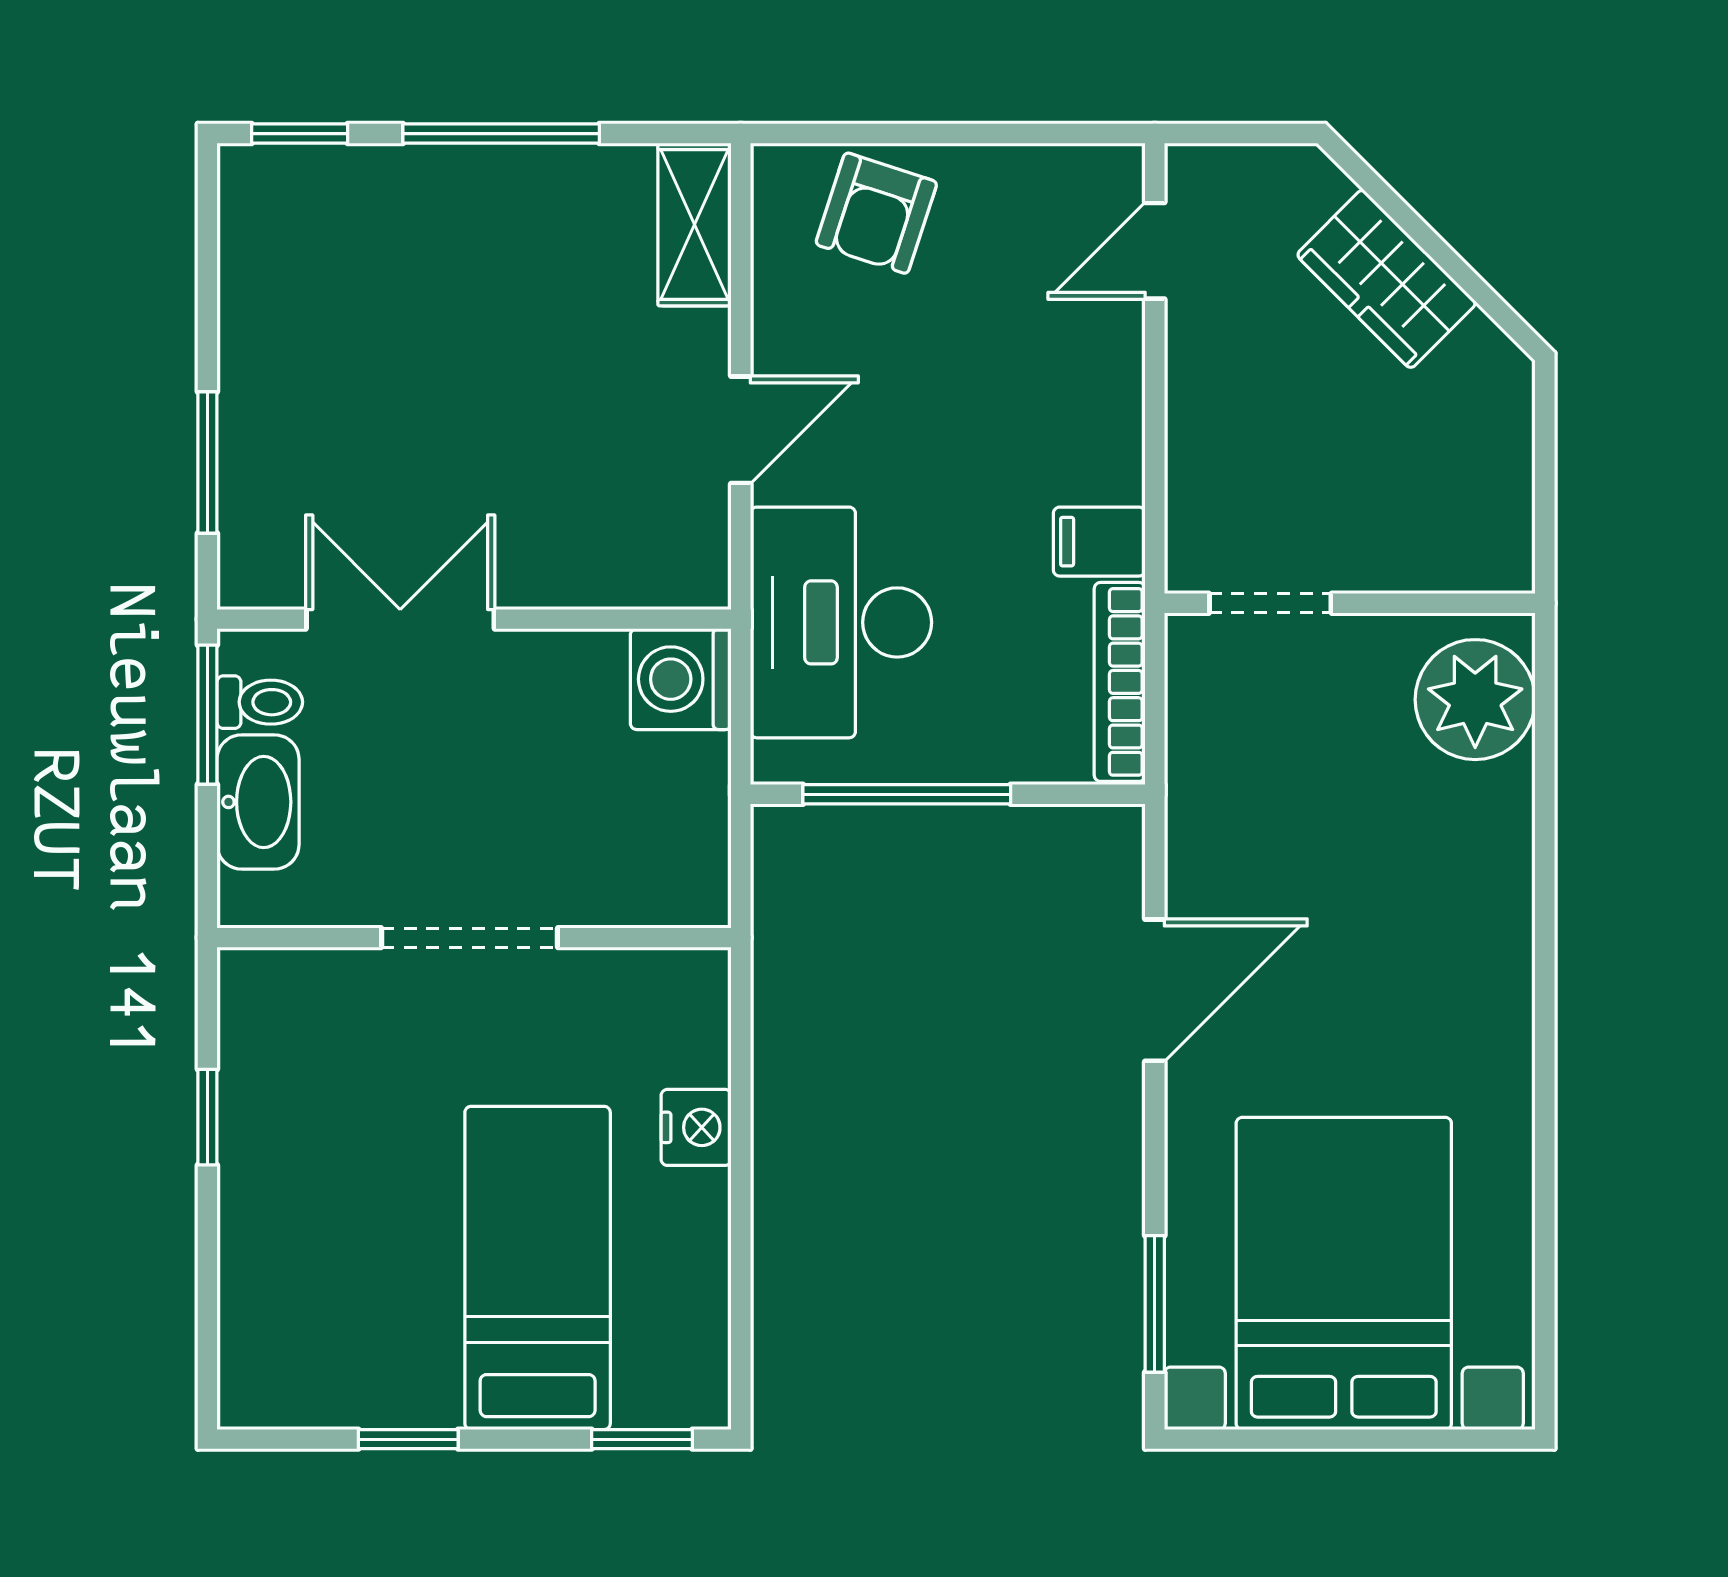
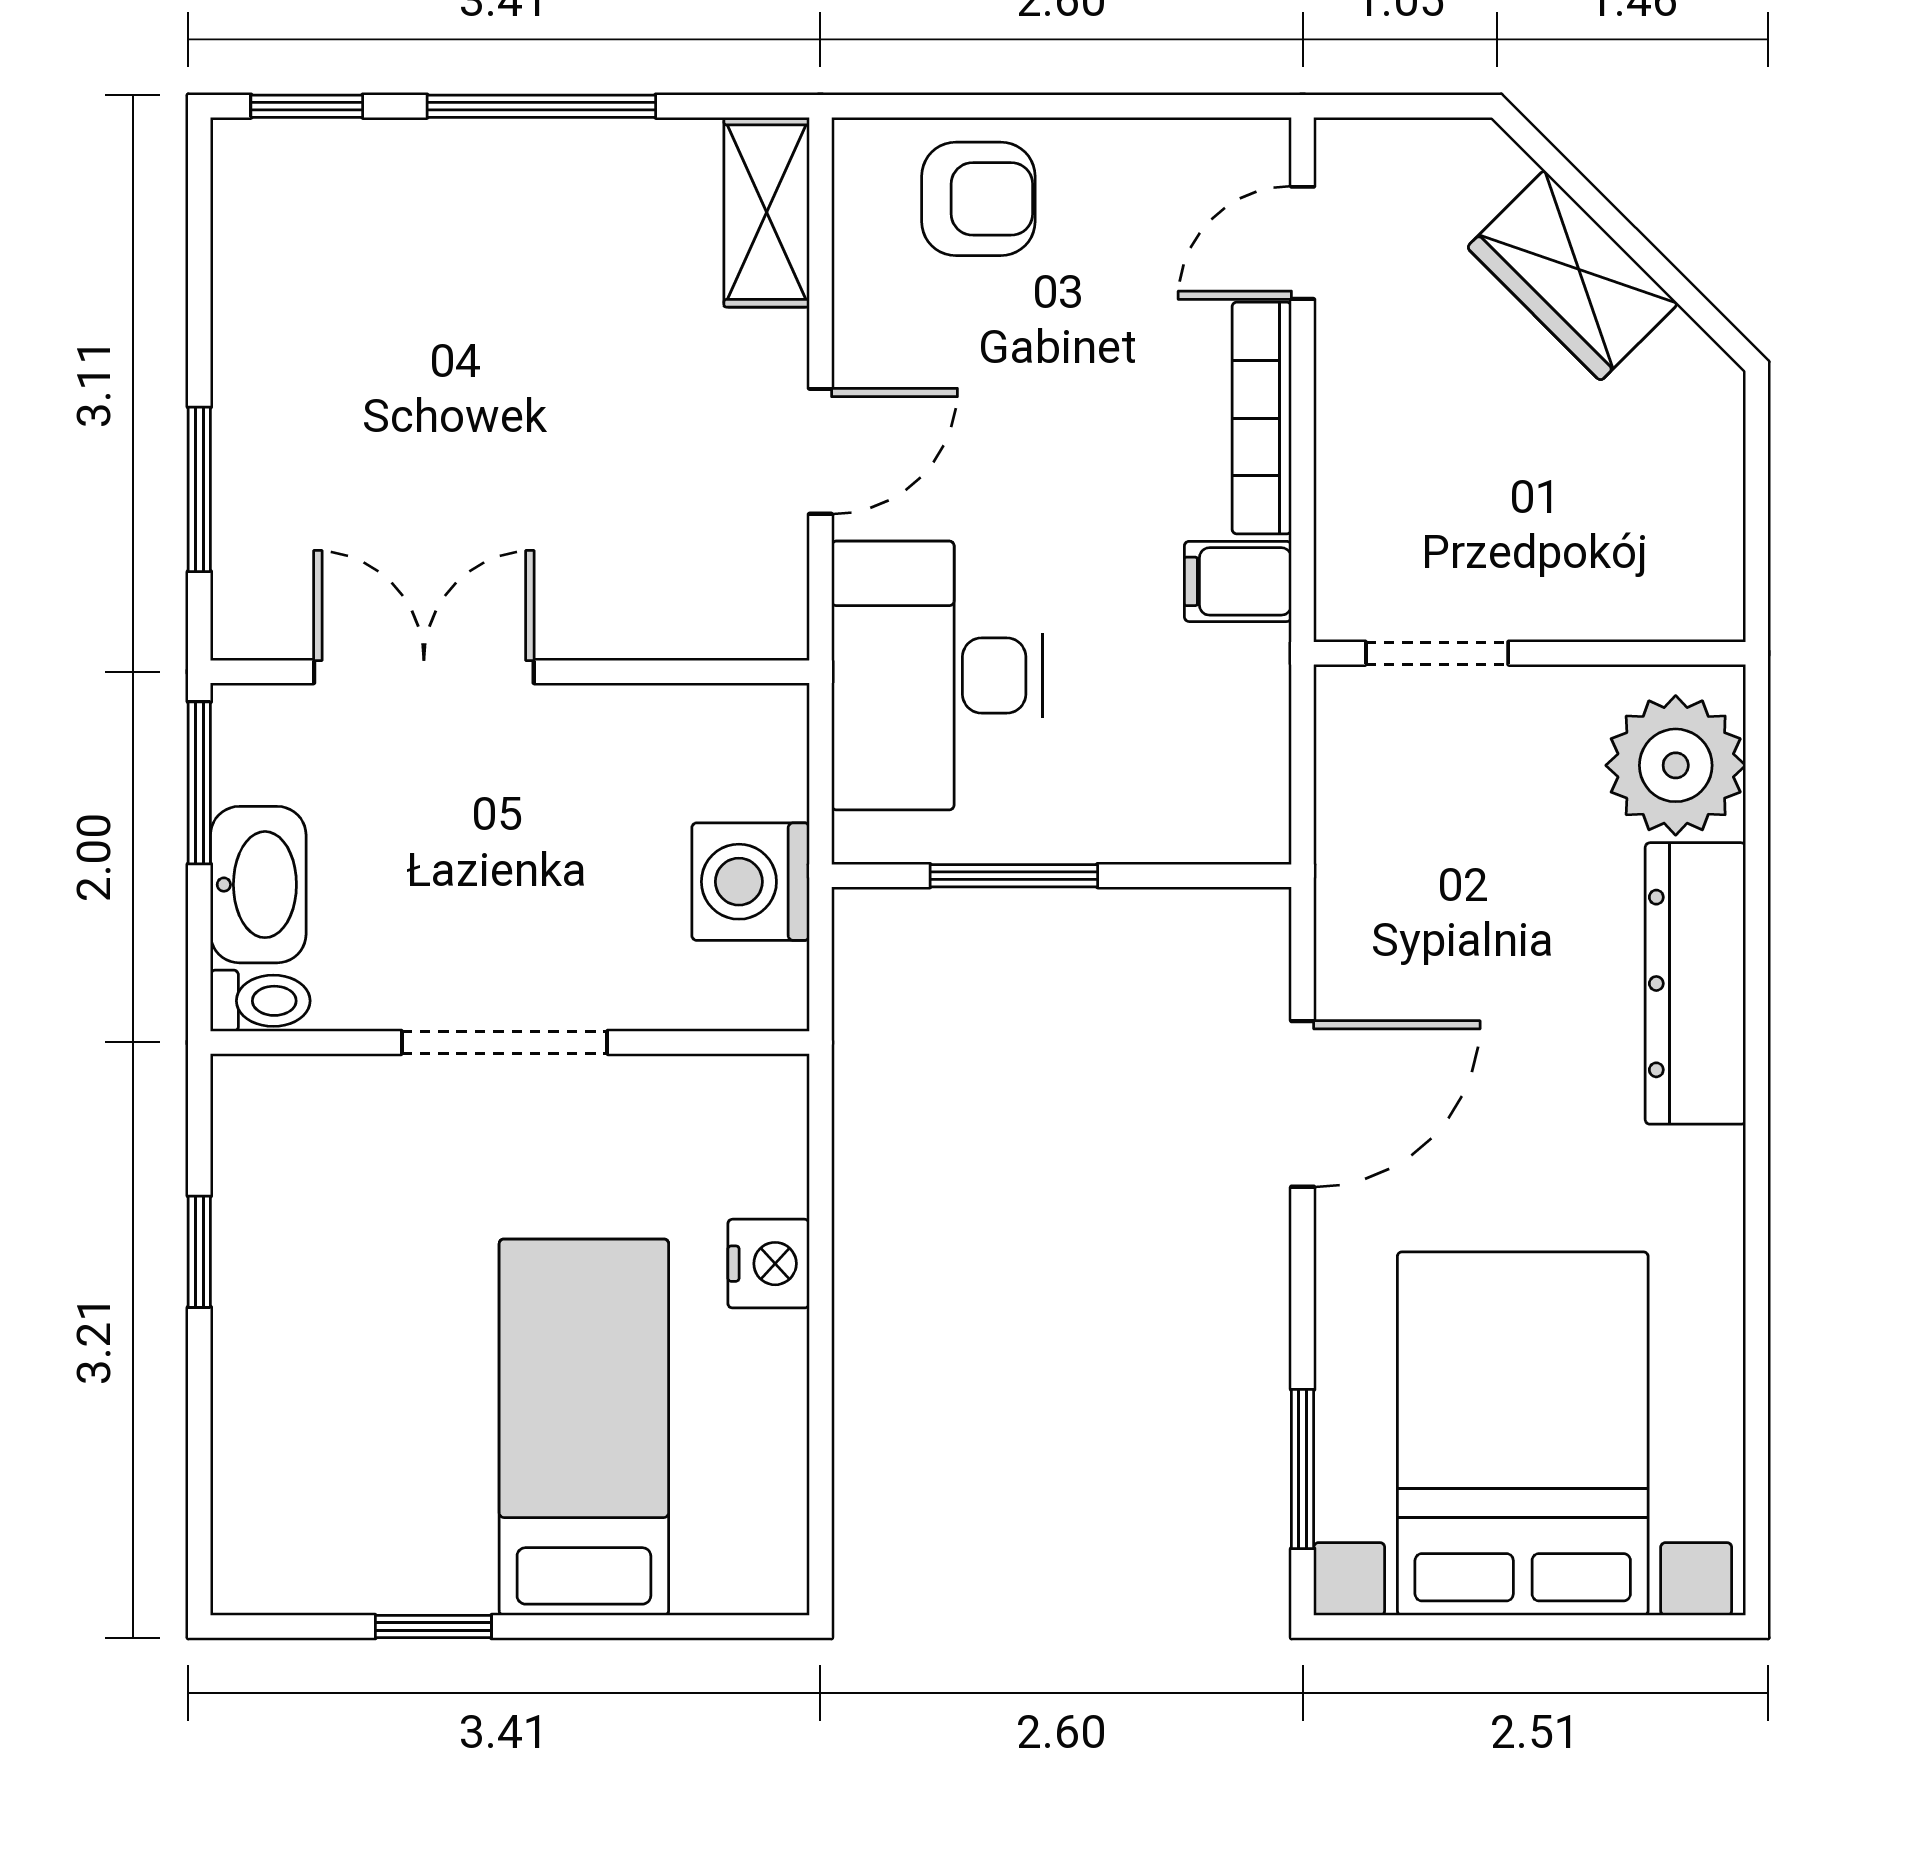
armchair: (876, 213) -> (978, 199), turned -108
washing machine: (681, 679) -> (751, 882), moved
bookcase: (1120, 682) -> (1262, 418), moved
toilet: (260, 702) -> (260, 1001), moved
window: (907, 794) -> (1014, 876), width x0.69
dresser: (1492, 887) -> (1695, 983), added
window: (642, 1439) -> (706, 1627), removed

